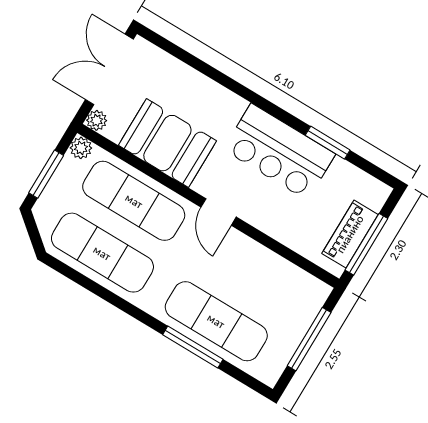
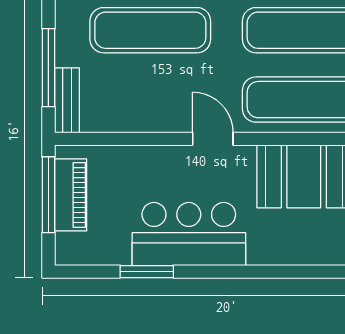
bench: (310, 306) -> (67, 100), added

